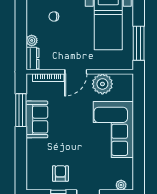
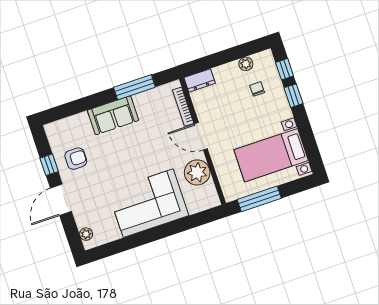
plant: (32, 40) -> (246, 64), moved
sofa: (37, 119) -> (113, 115), moved

